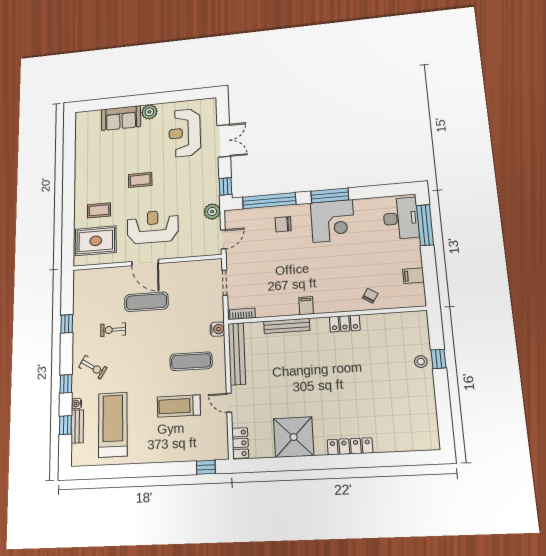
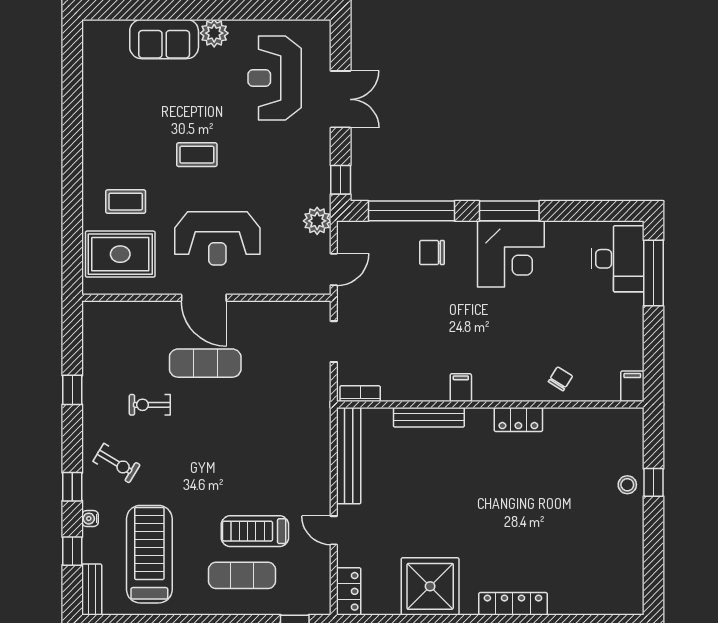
reception desk: (153, 227) -> (217, 238), turned 180
filing cabinet: (413, 276) -> (632, 386), moved, turned 90
water cooler: (217, 329) -> (320, 415), removed
exercise mat: (191, 361) -> (242, 575), moved
bench: (77, 426) -> (92, 589), moved

